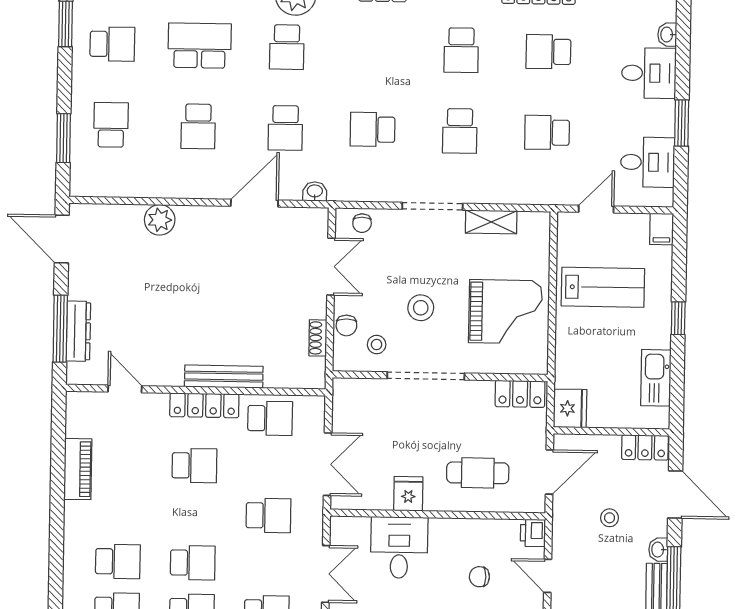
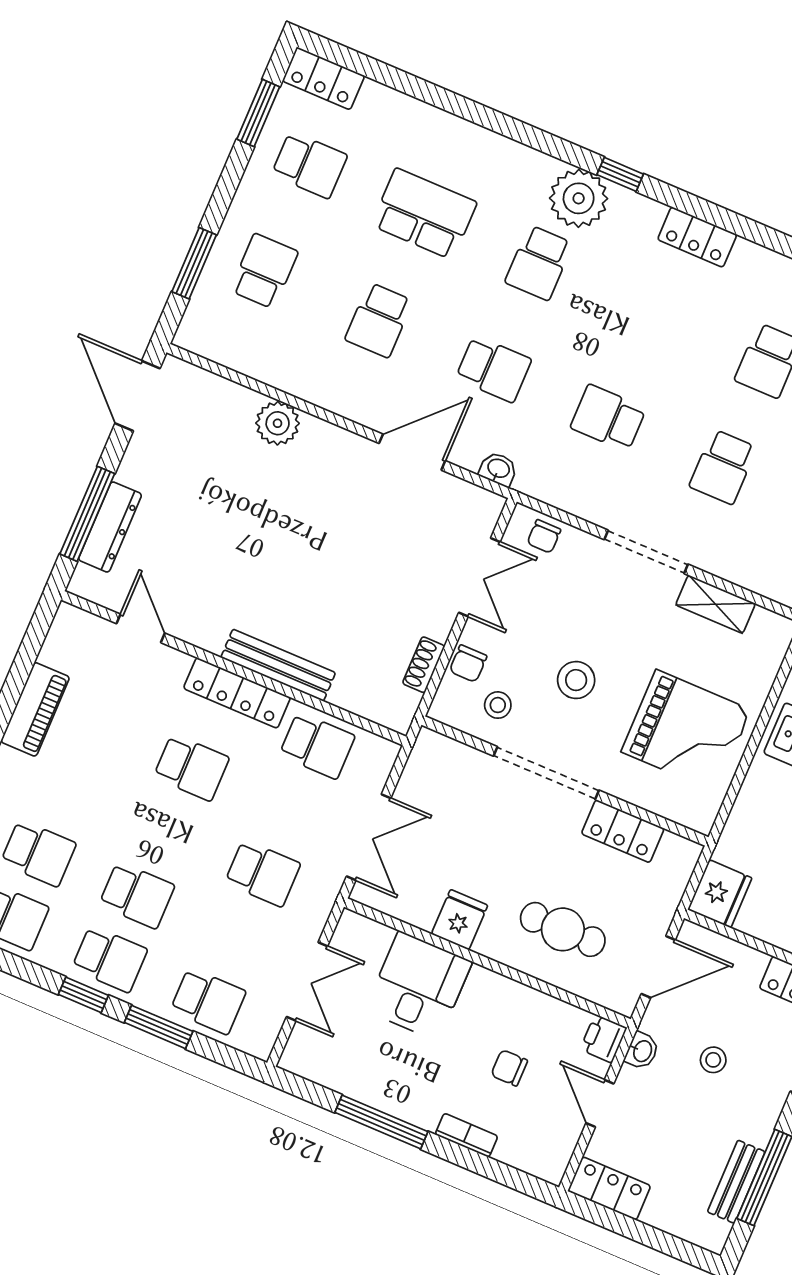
school desk: (285, 128) -> (494, 369), turned -90
locker: (520, 394) -> (623, 831), moved
washbasin: (658, 550) -> (642, 1051), moved, turned 180

